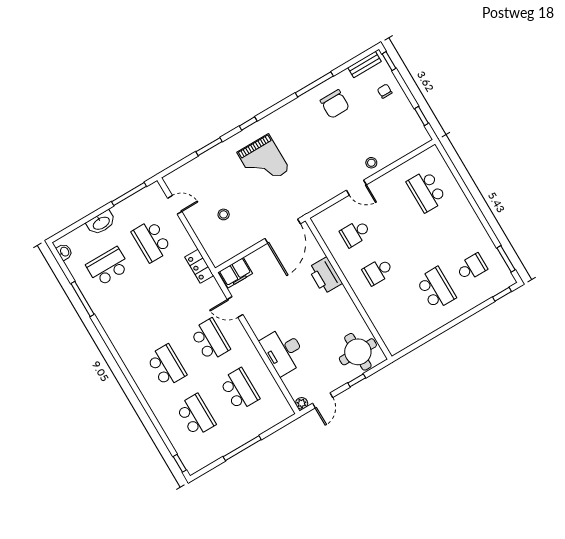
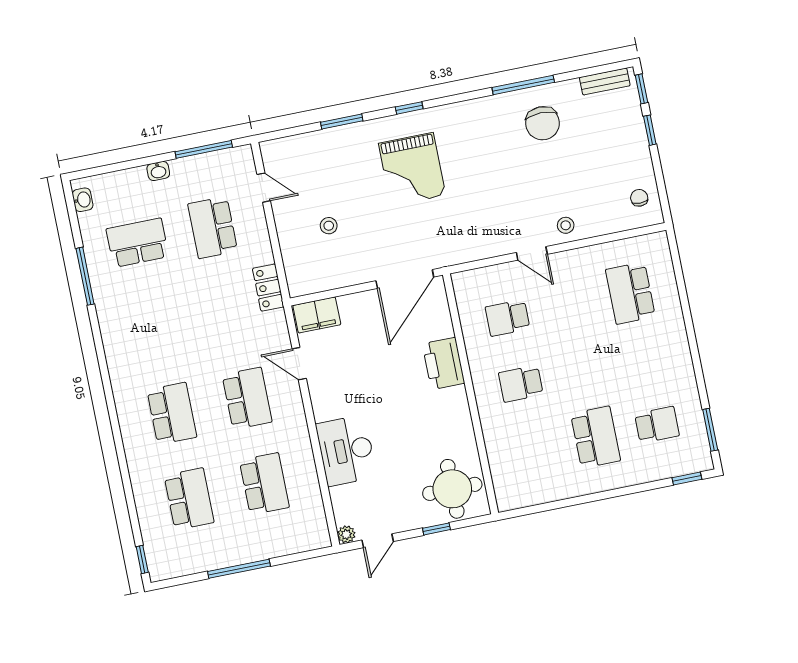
chair: (385, 91) -> (639, 198), moved
window: (422, 116) -> (650, 130), moved
washbasin: (101, 223) -> (158, 171), width x0.52, depth x0.69

